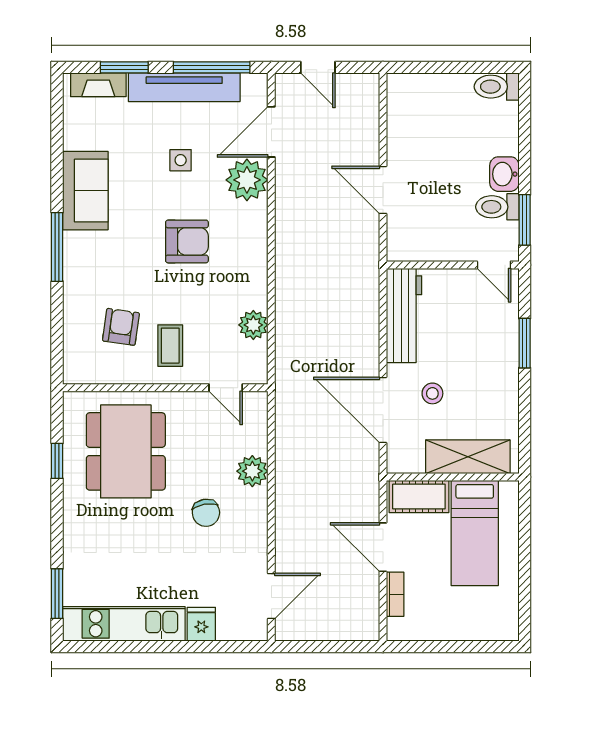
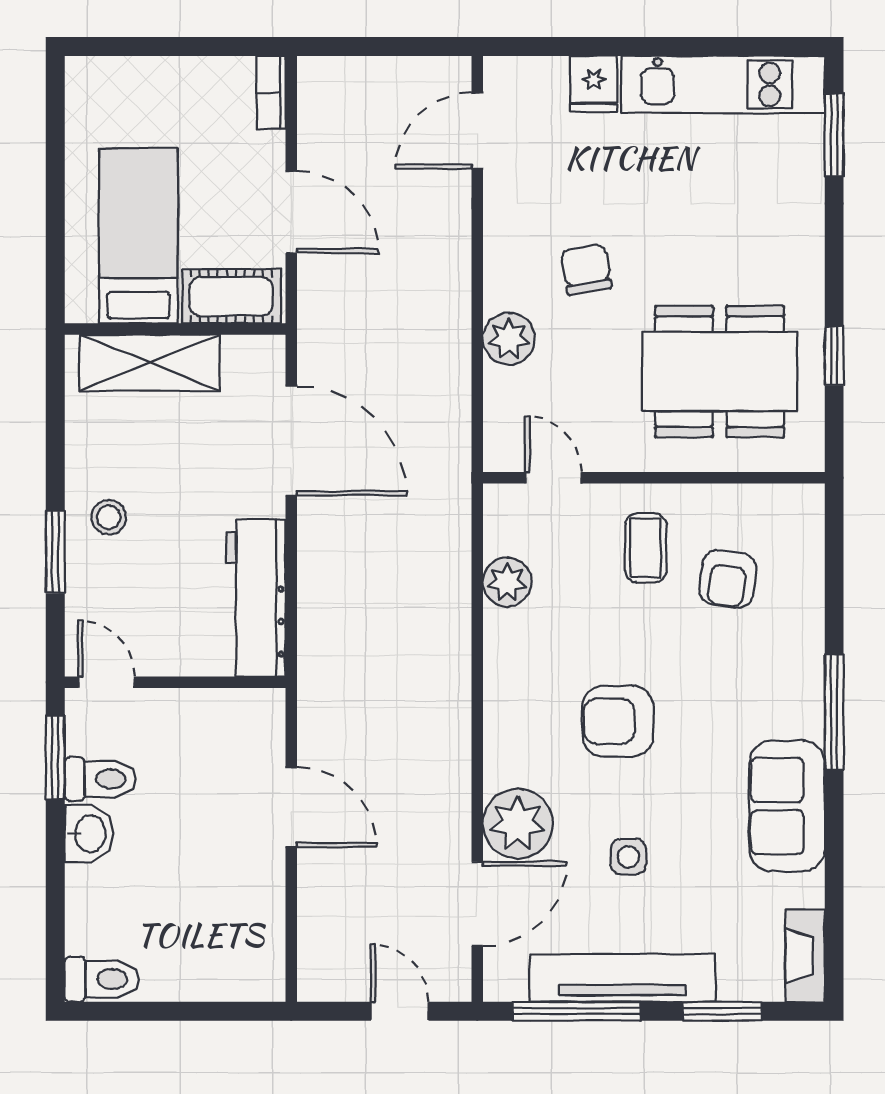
fireplace: (98, 85) -> (805, 956), moved, turned -90
stool: (432, 393) -> (109, 517), moved
dining table: (126, 451) -> (720, 372), turned 90
bookcase: (395, 594) -> (271, 92), moved

